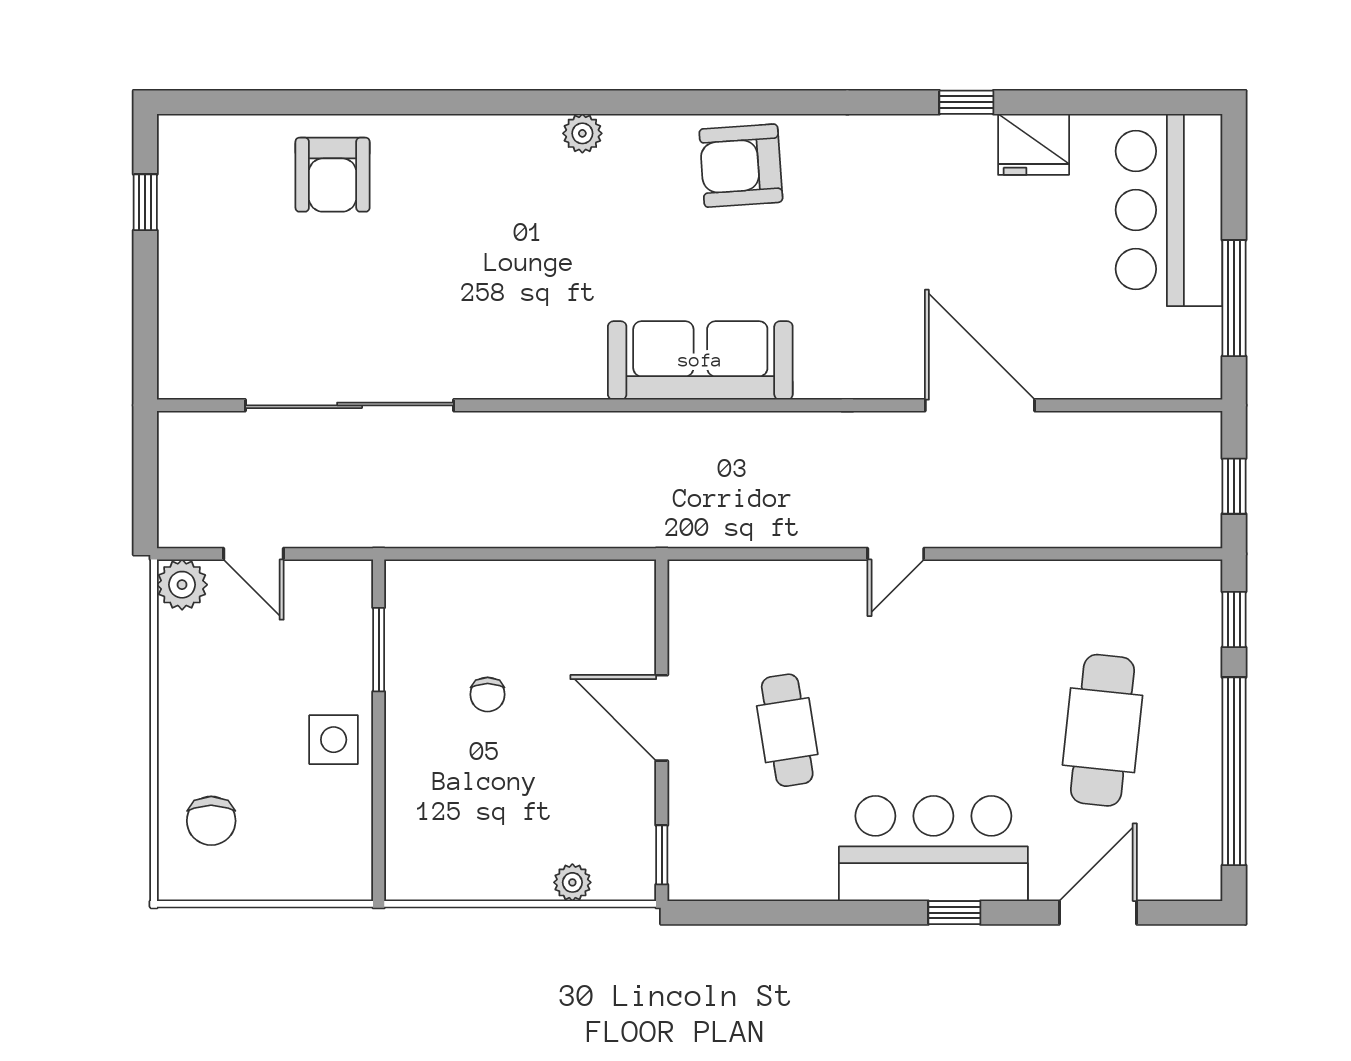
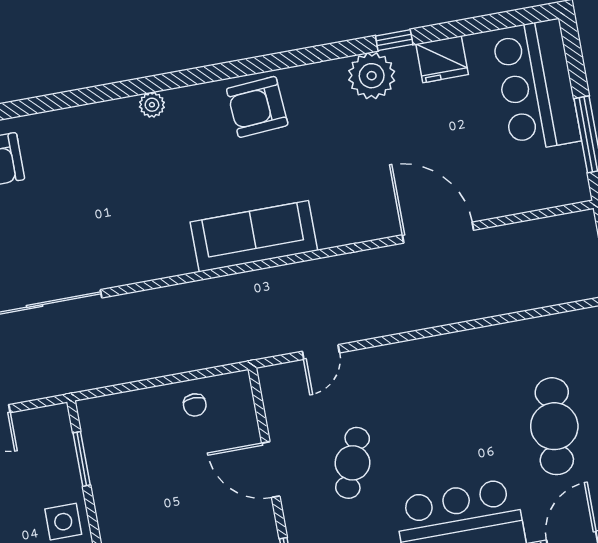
plant: (923, 150) -> (372, 76), added
door: (896, 554) -> (321, 352), moved
chair: (488, 694) -> (195, 405), moved
cafe table: (787, 730) -> (353, 463), turned 30

